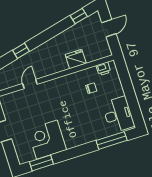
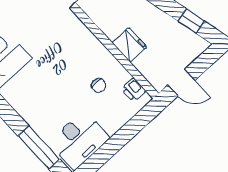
door: (109, 28) -> (181, 83), moved

